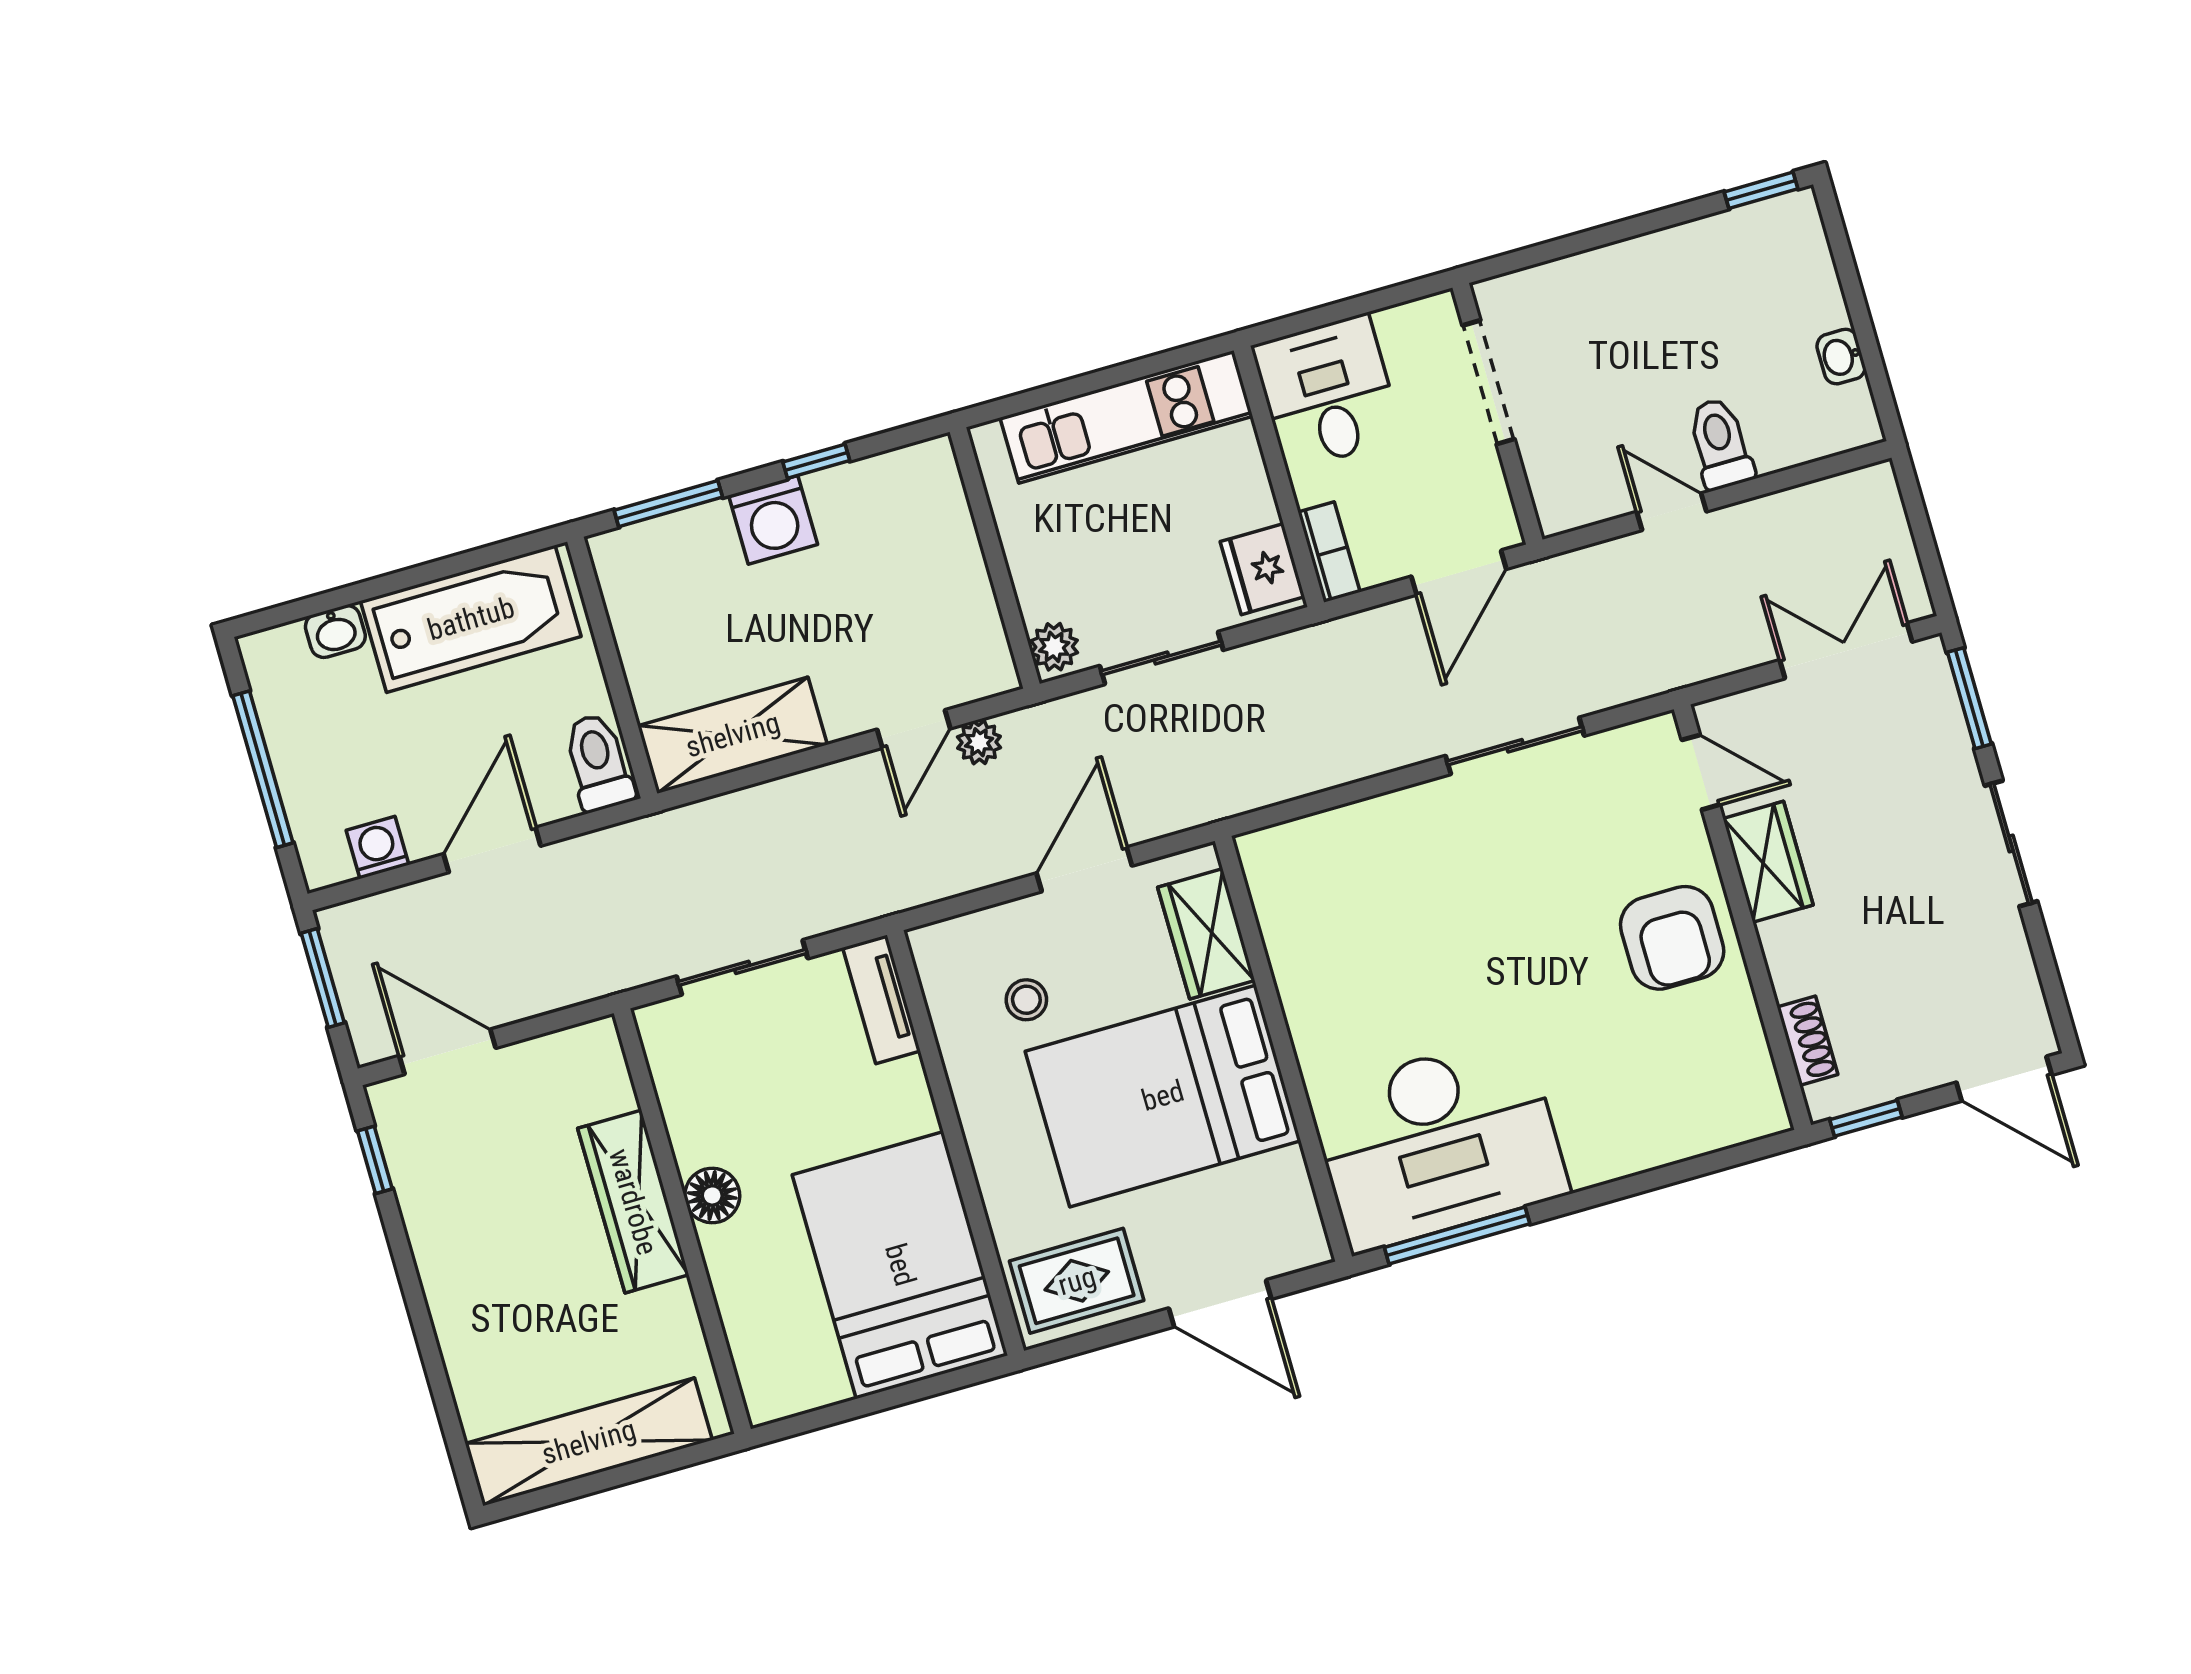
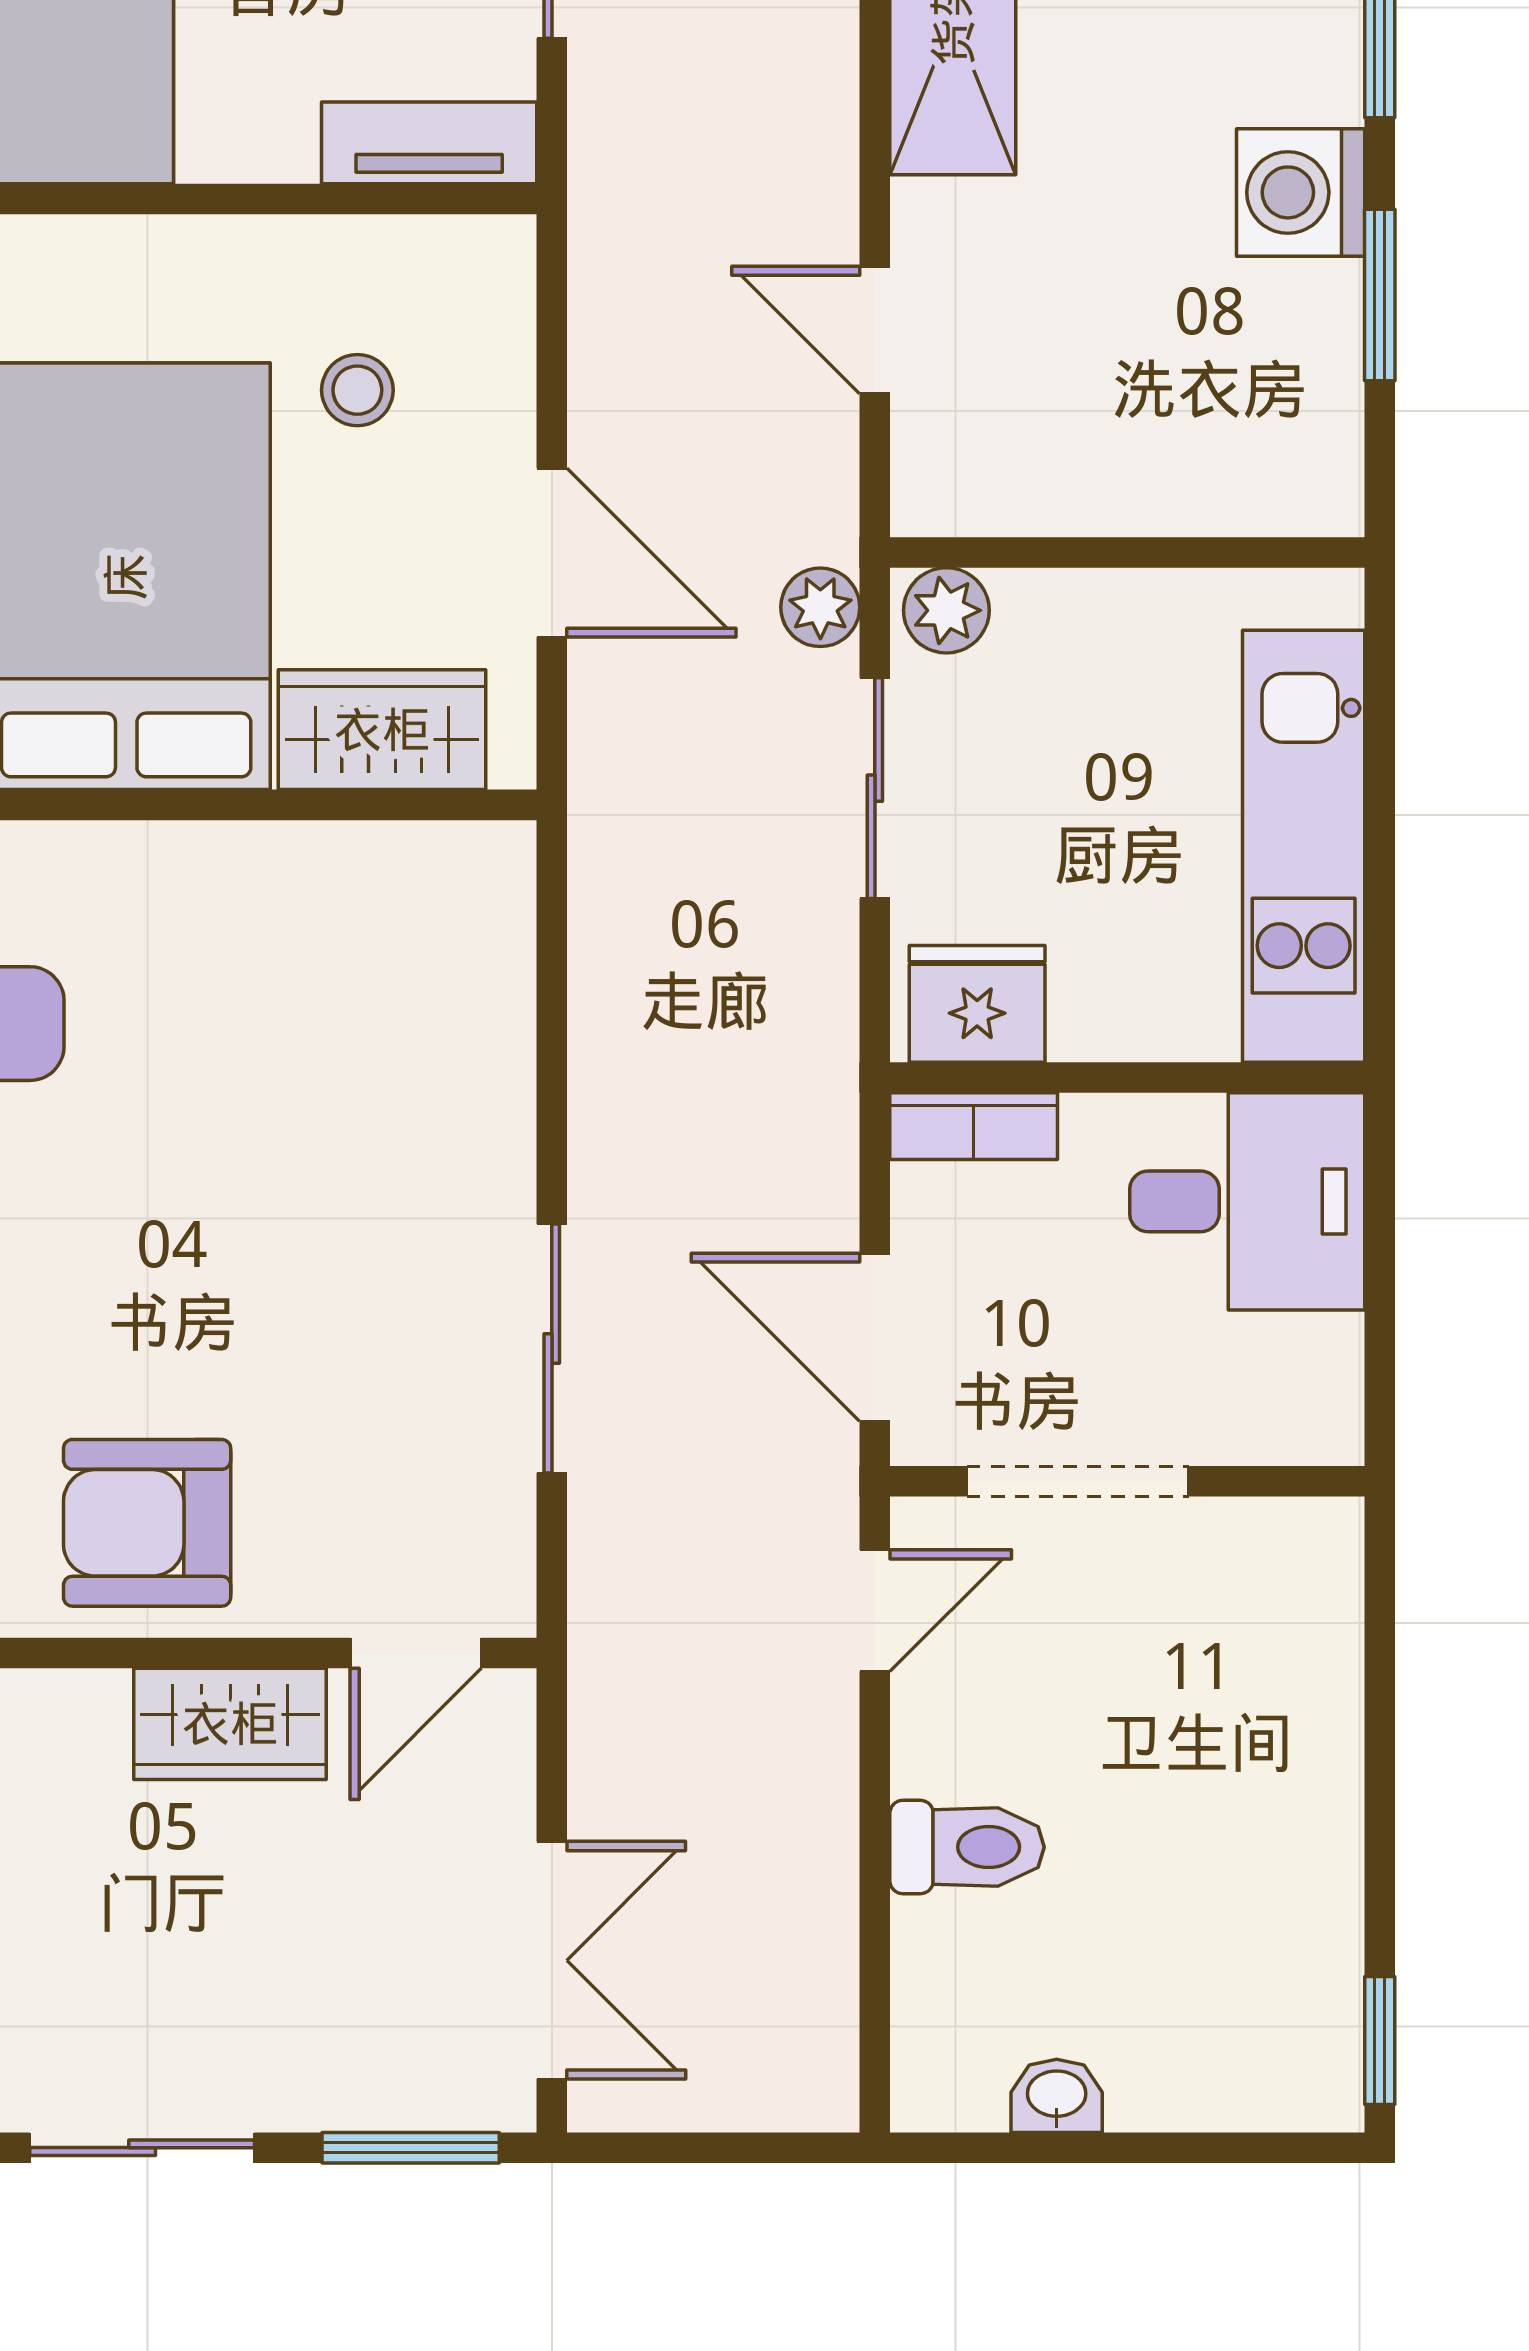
doorway: (1488, 382) -> (1078, 1481), moved
window: (816, 461) -> (1380, 295), width x1.50
door: (1672, 512) -> (875, 1611), moved
plant: (979, 742) -> (820, 607), moved

